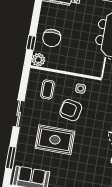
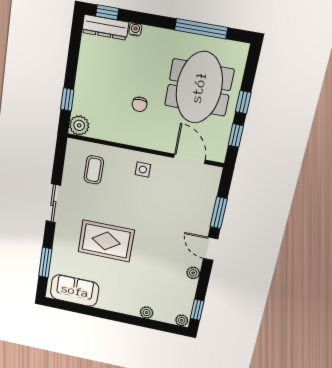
chair: (52, 38) -> (140, 104), moved, width x0.54, depth x0.54
armchair: (71, 110) -> (129, 200), removed

